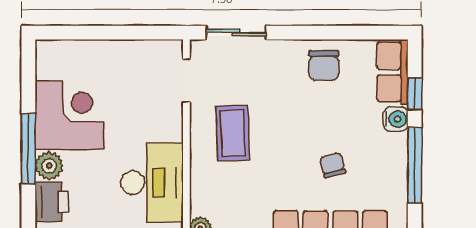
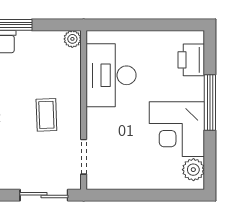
coffee table: (233, 133) -> (46, 115), width x0.73, depth x0.77
plant: (49, 166) -> (193, 170), moved

